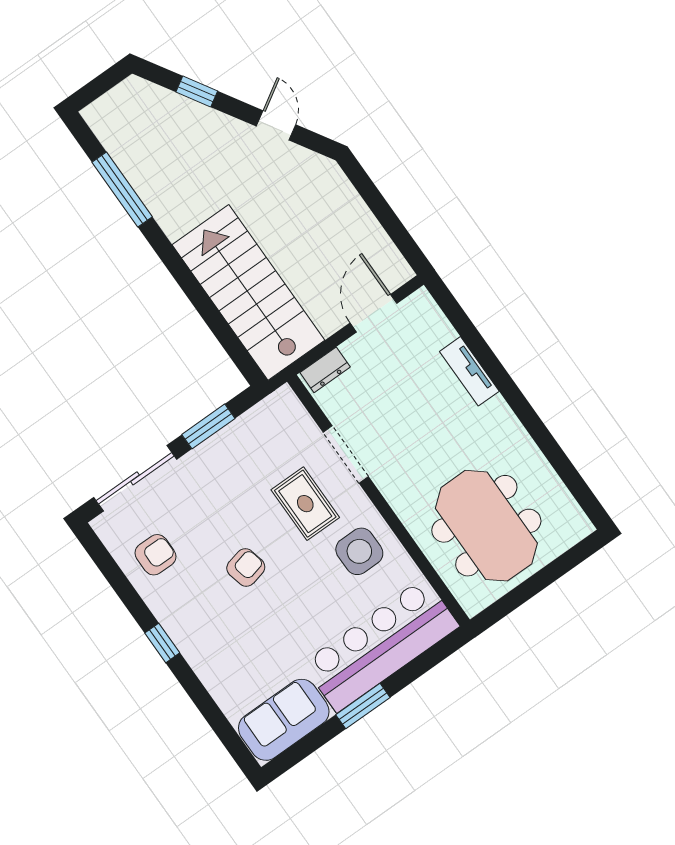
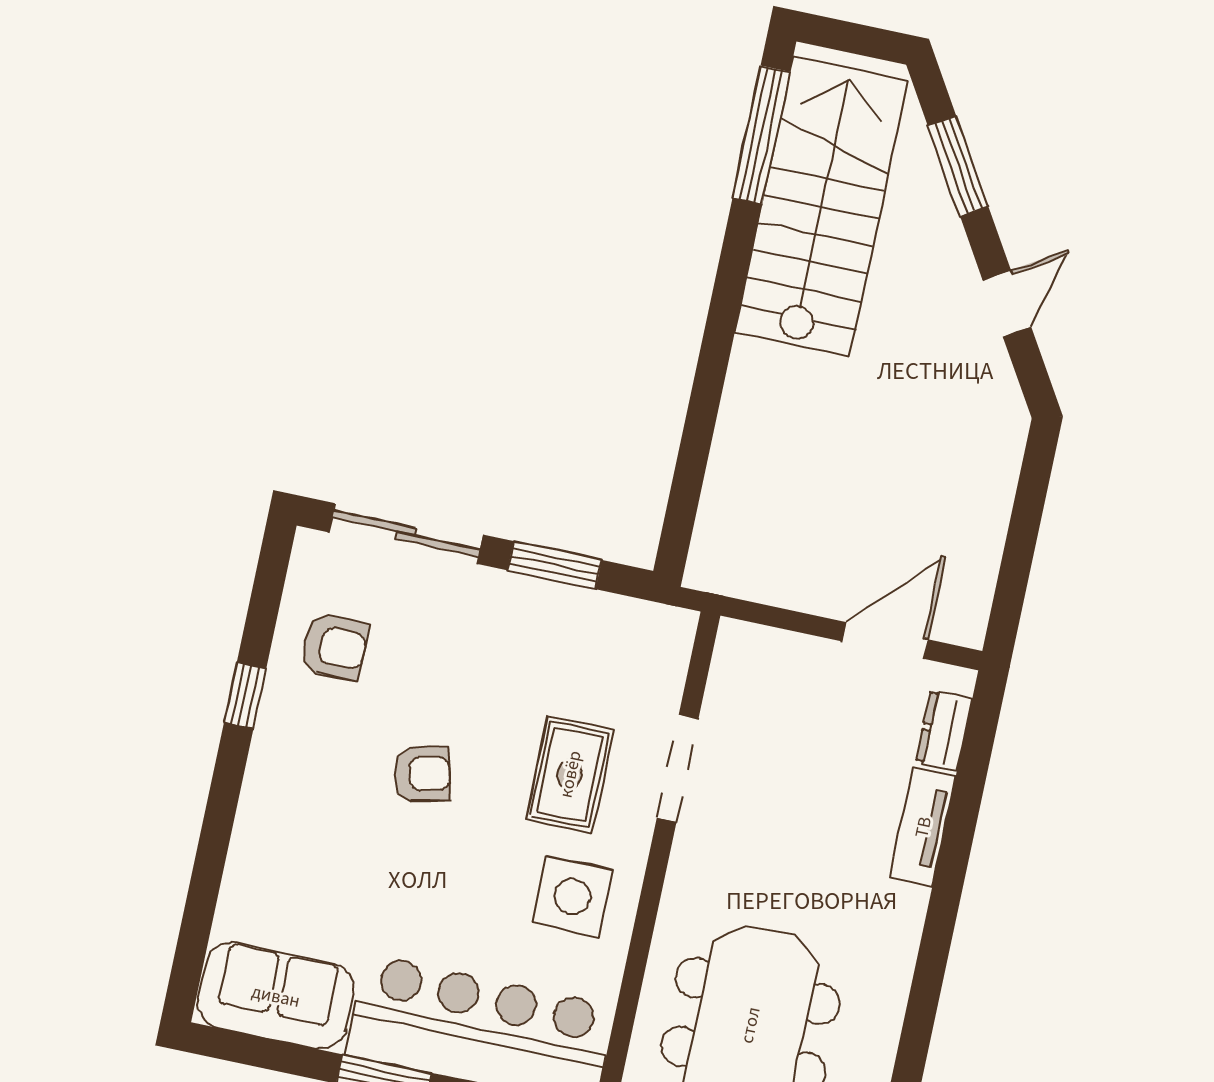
window: (197, 92) -> (958, 166), width x1.50
window: (122, 189) -> (761, 135), moved
stairs: (248, 292) -> (821, 207), moved
dresser: (325, 370) -> (944, 730), moved, turned 90
window: (162, 643) -> (245, 696), moved

